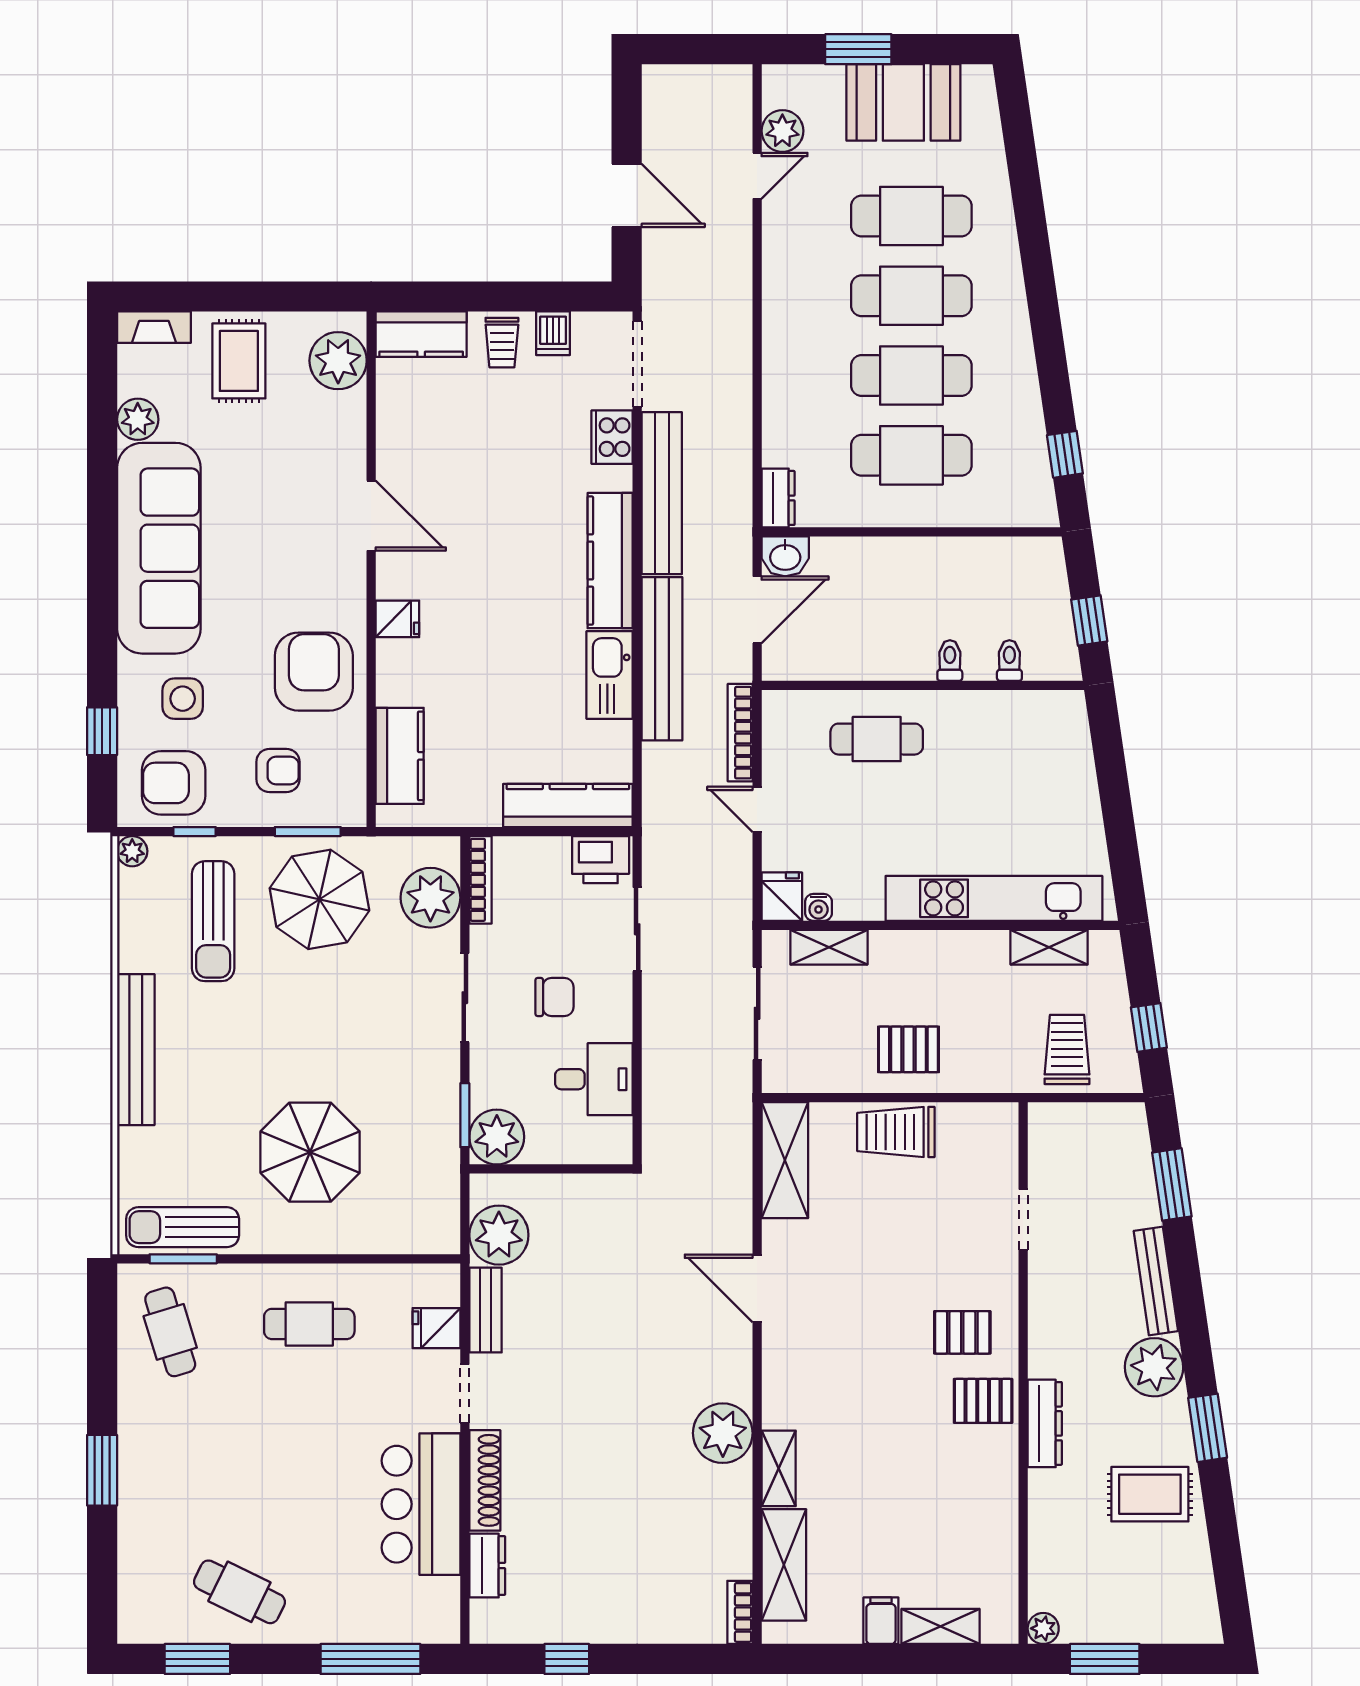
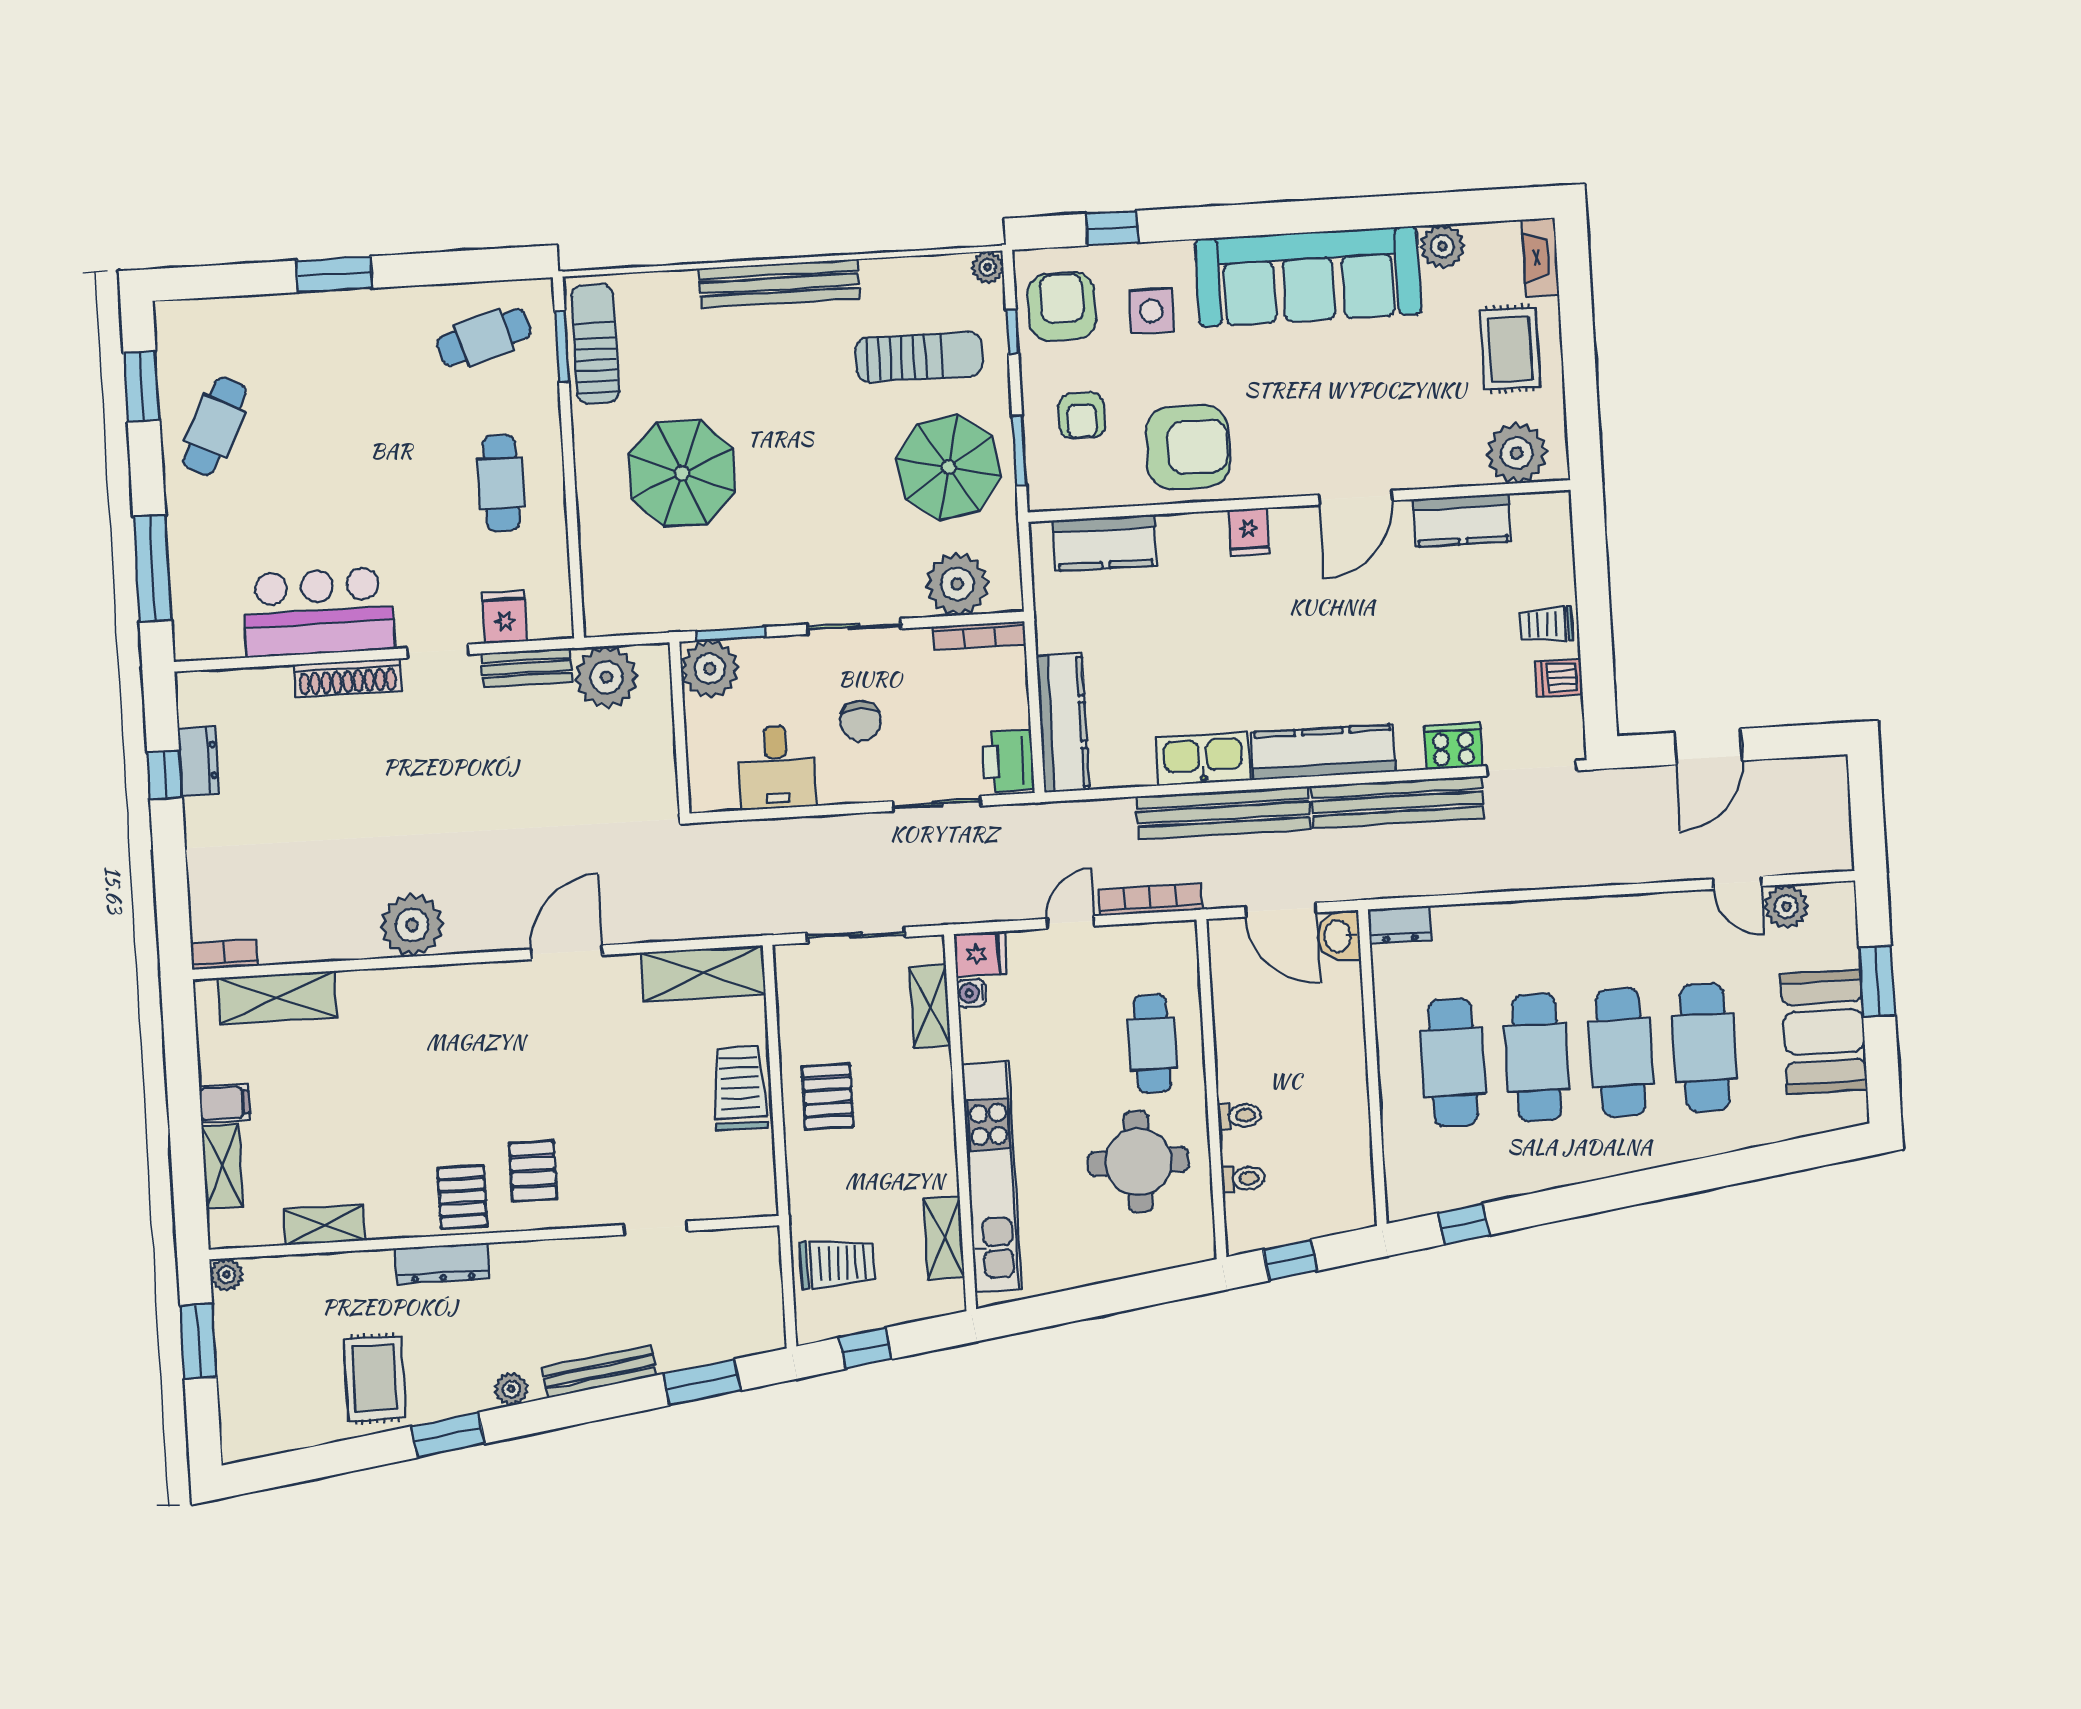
kitchen counter: (421, 334) -> (1462, 520), moved, turned -90
rug: (239, 361) -> (1510, 349), turned 90
round table: (988, 759) -> (1138, 1162), added
sun lounger: (213, 921) -> (919, 357), turned 180
plant: (1154, 1367) -> (511, 1389), width x0.53, depth x0.53
shelving: (779, 1468) -> (324, 1225), moved
dresser: (487, 1566) -> (199, 761), moved, turned -90

